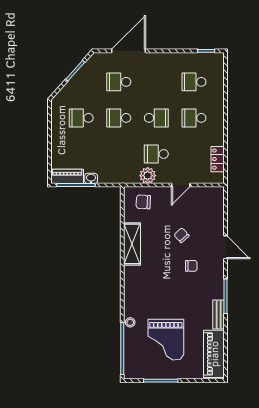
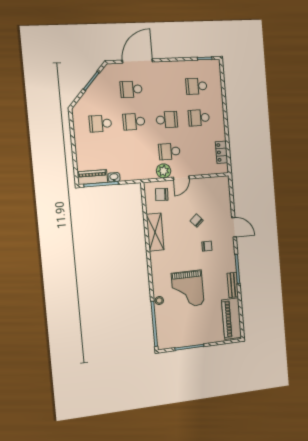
door: (181, 185) -> (181, 178), moved
grand piano: (166, 340) -> (188, 289), moved

